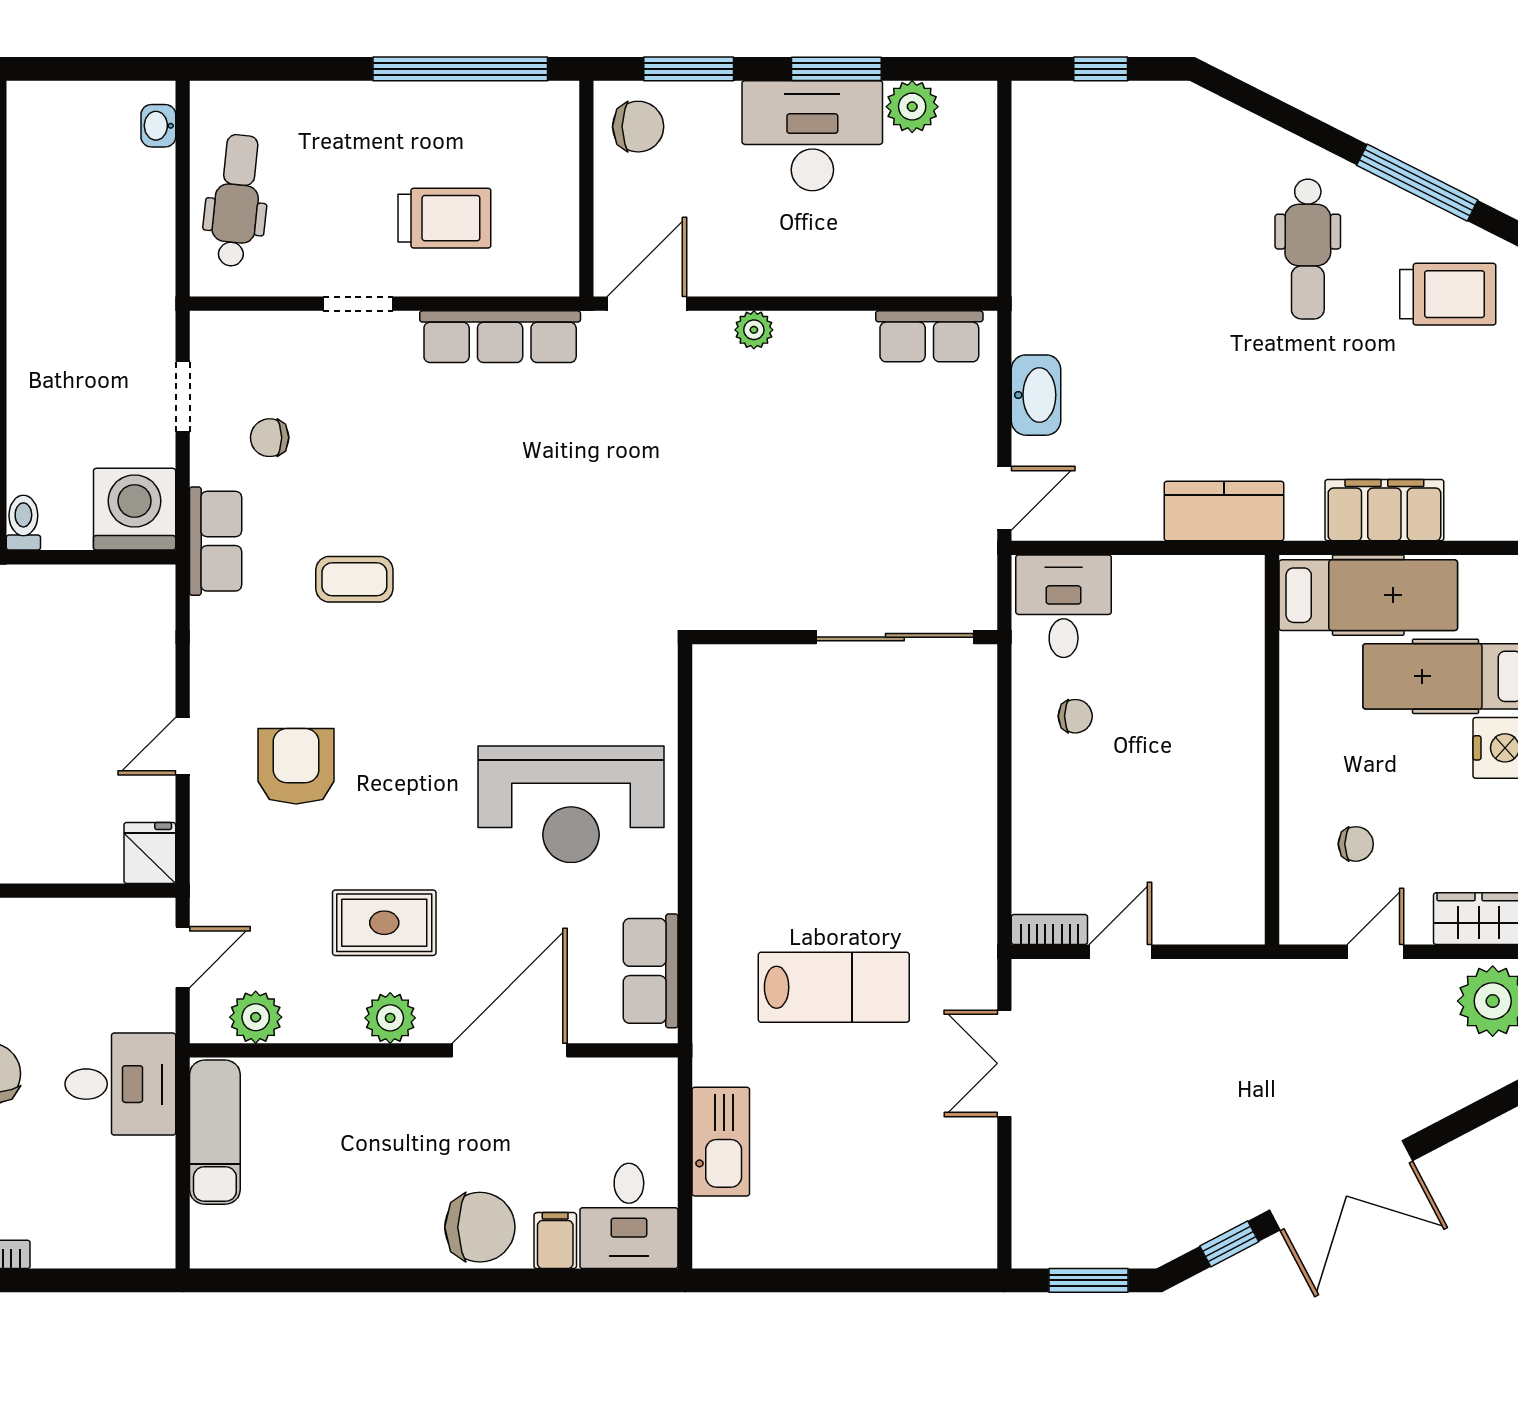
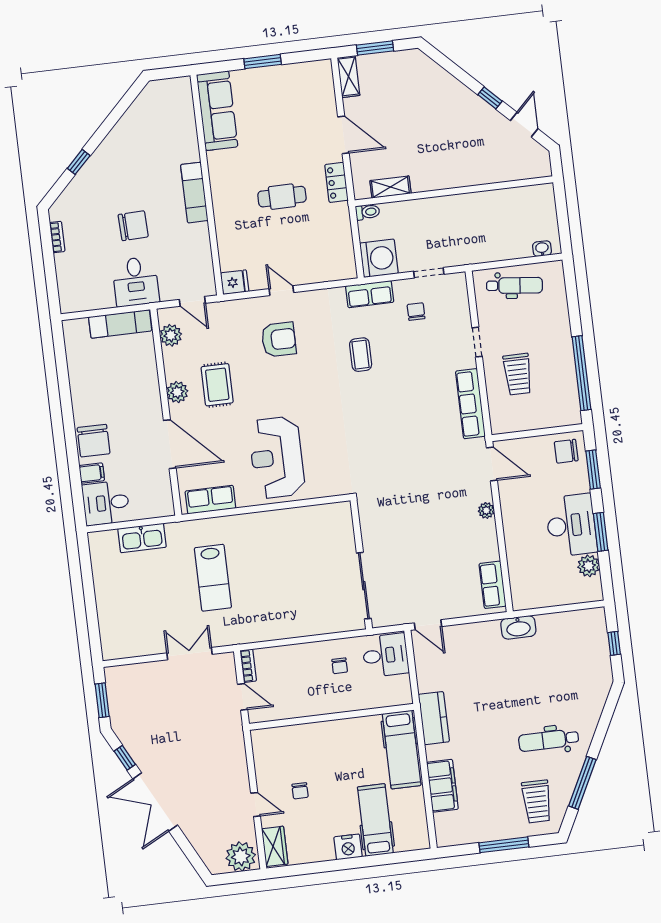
chair: (638, 127) -> (566, 451), turned 90
washbasin: (1036, 395) -> (518, 627), moved
hospital bed: (1368, 595) -> (402, 750), moved
wall: (1272, 750) -> (331, 717), moved

